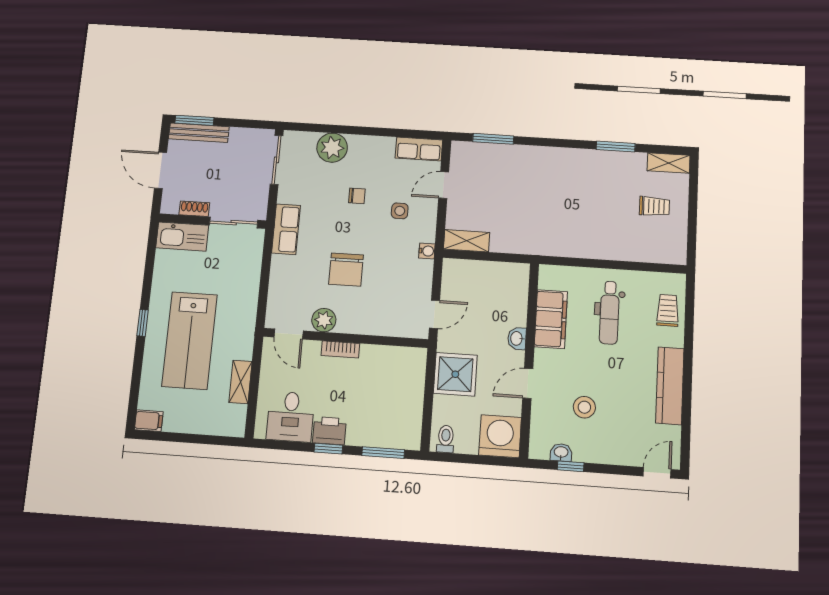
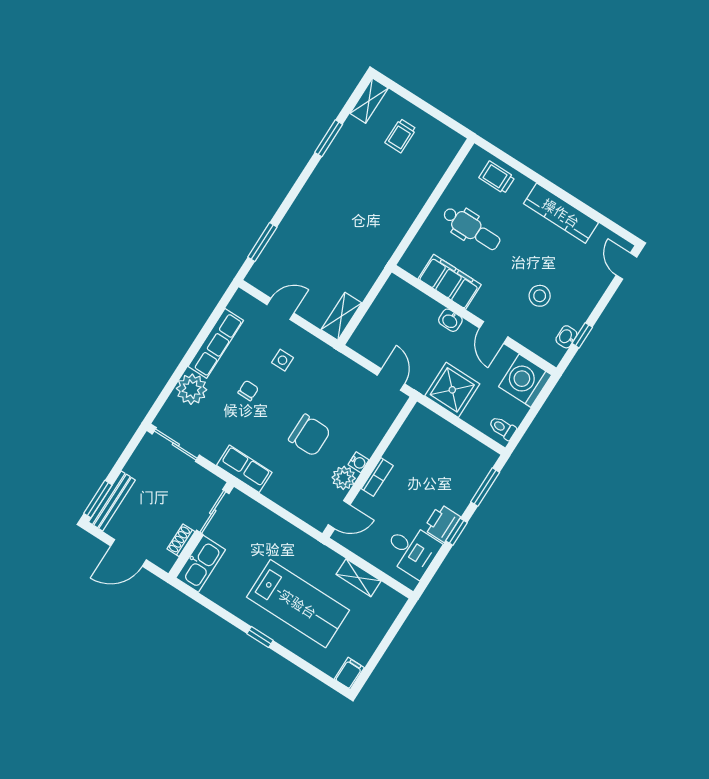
row of seats: (419, 149) -> (216, 343), moved, width x1.48
door: (444, 185) -> (280, 309), swing flipped
trolley: (654, 206) -> (401, 136), turned 180
water cooler: (427, 251) -> (359, 462), moved, turned 90

